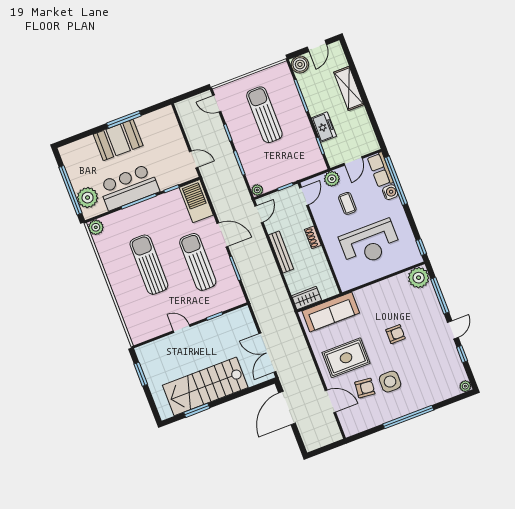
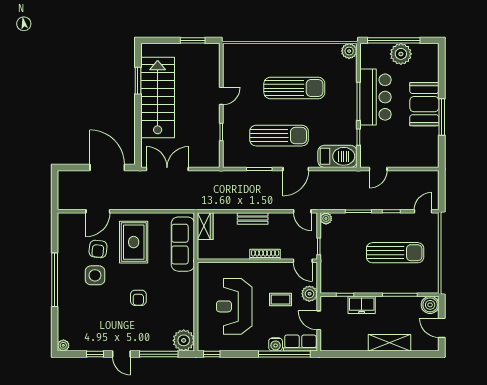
plant: (88, 198) -> (401, 54), moved
shoe rack: (313, 237) -> (265, 254), width x1.43
bench: (281, 252) -> (253, 219), width x0.73

